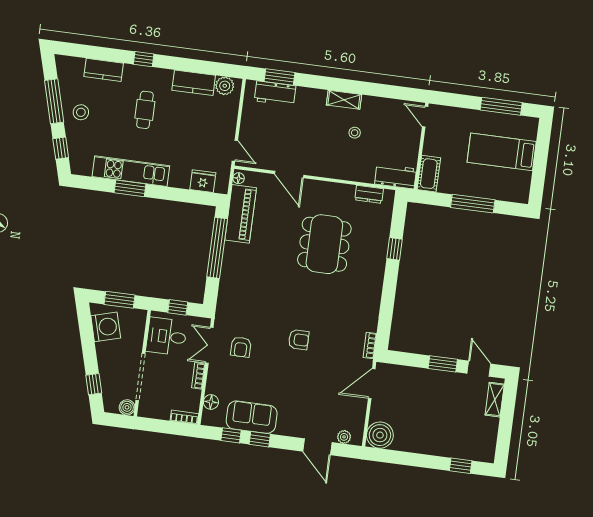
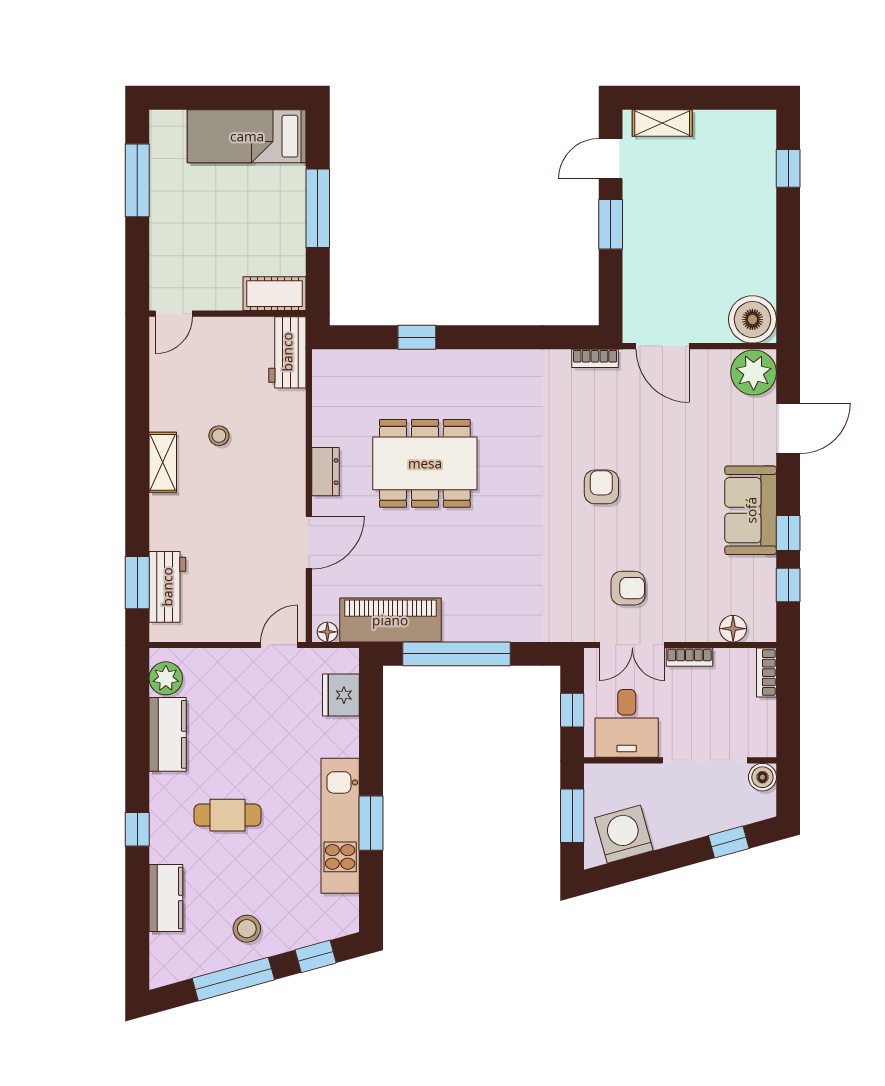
bed: (502, 152) -> (247, 136), moved, turned 90
dresser: (369, 194) -> (325, 472), moved
sofa: (252, 417) -> (751, 510), moved
plant: (344, 437) -> (754, 372), width x1.88, depth x1.88

